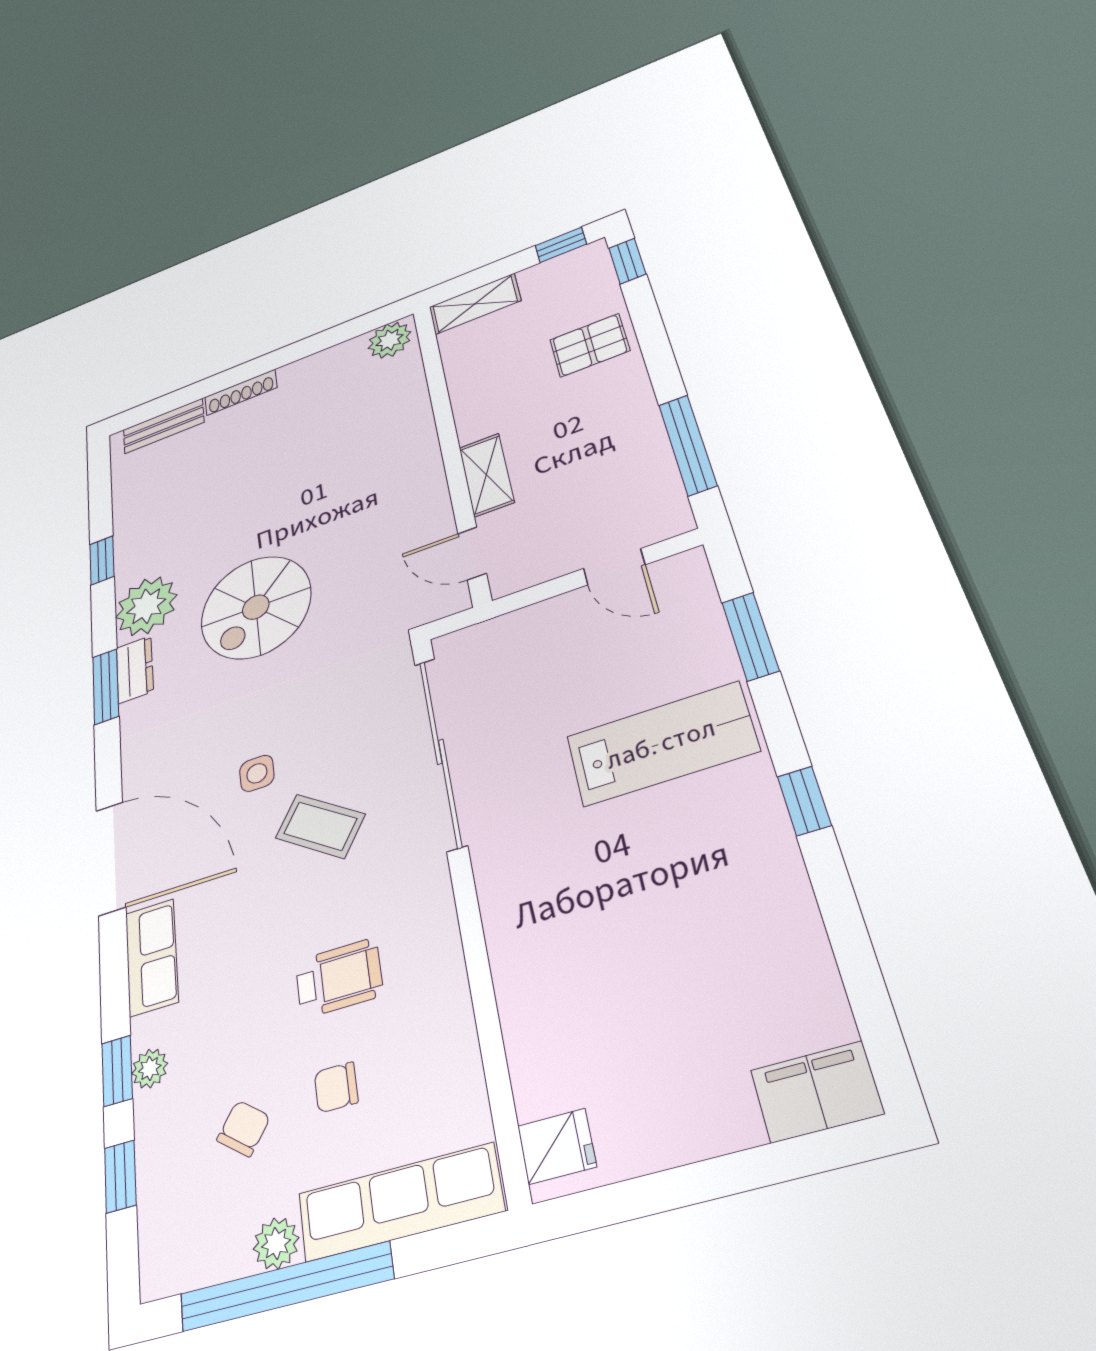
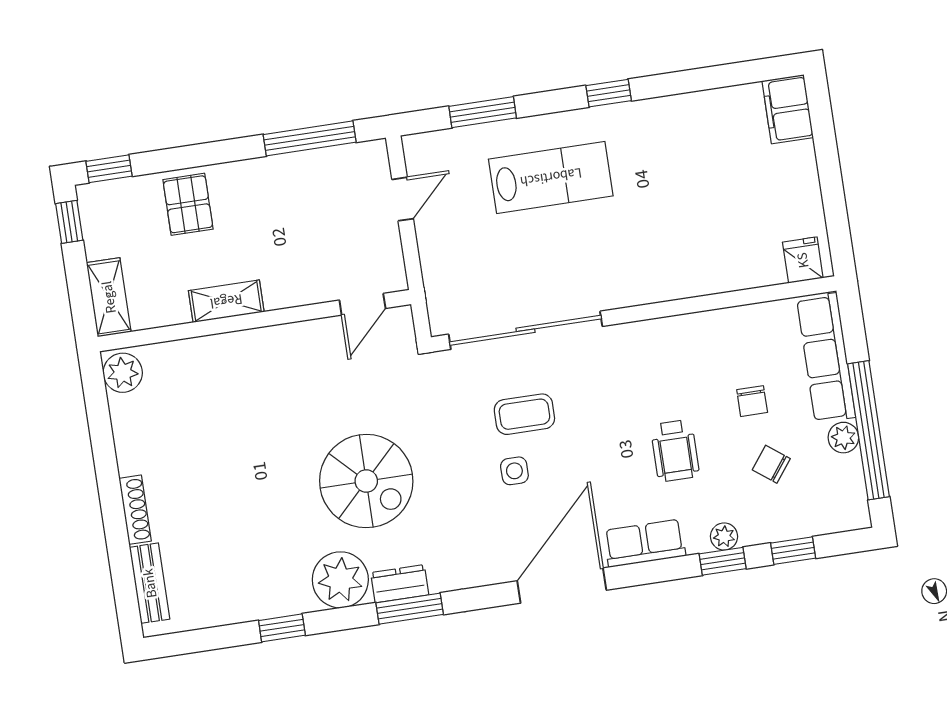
shelving: (486, 475) -> (226, 301), moved
lab bench: (661, 744) -> (551, 177), turned 90
coffee table: (320, 826) -> (524, 414), moved, turned 56
wheelchair: (339, 978) -> (675, 451), moved, turned 180

